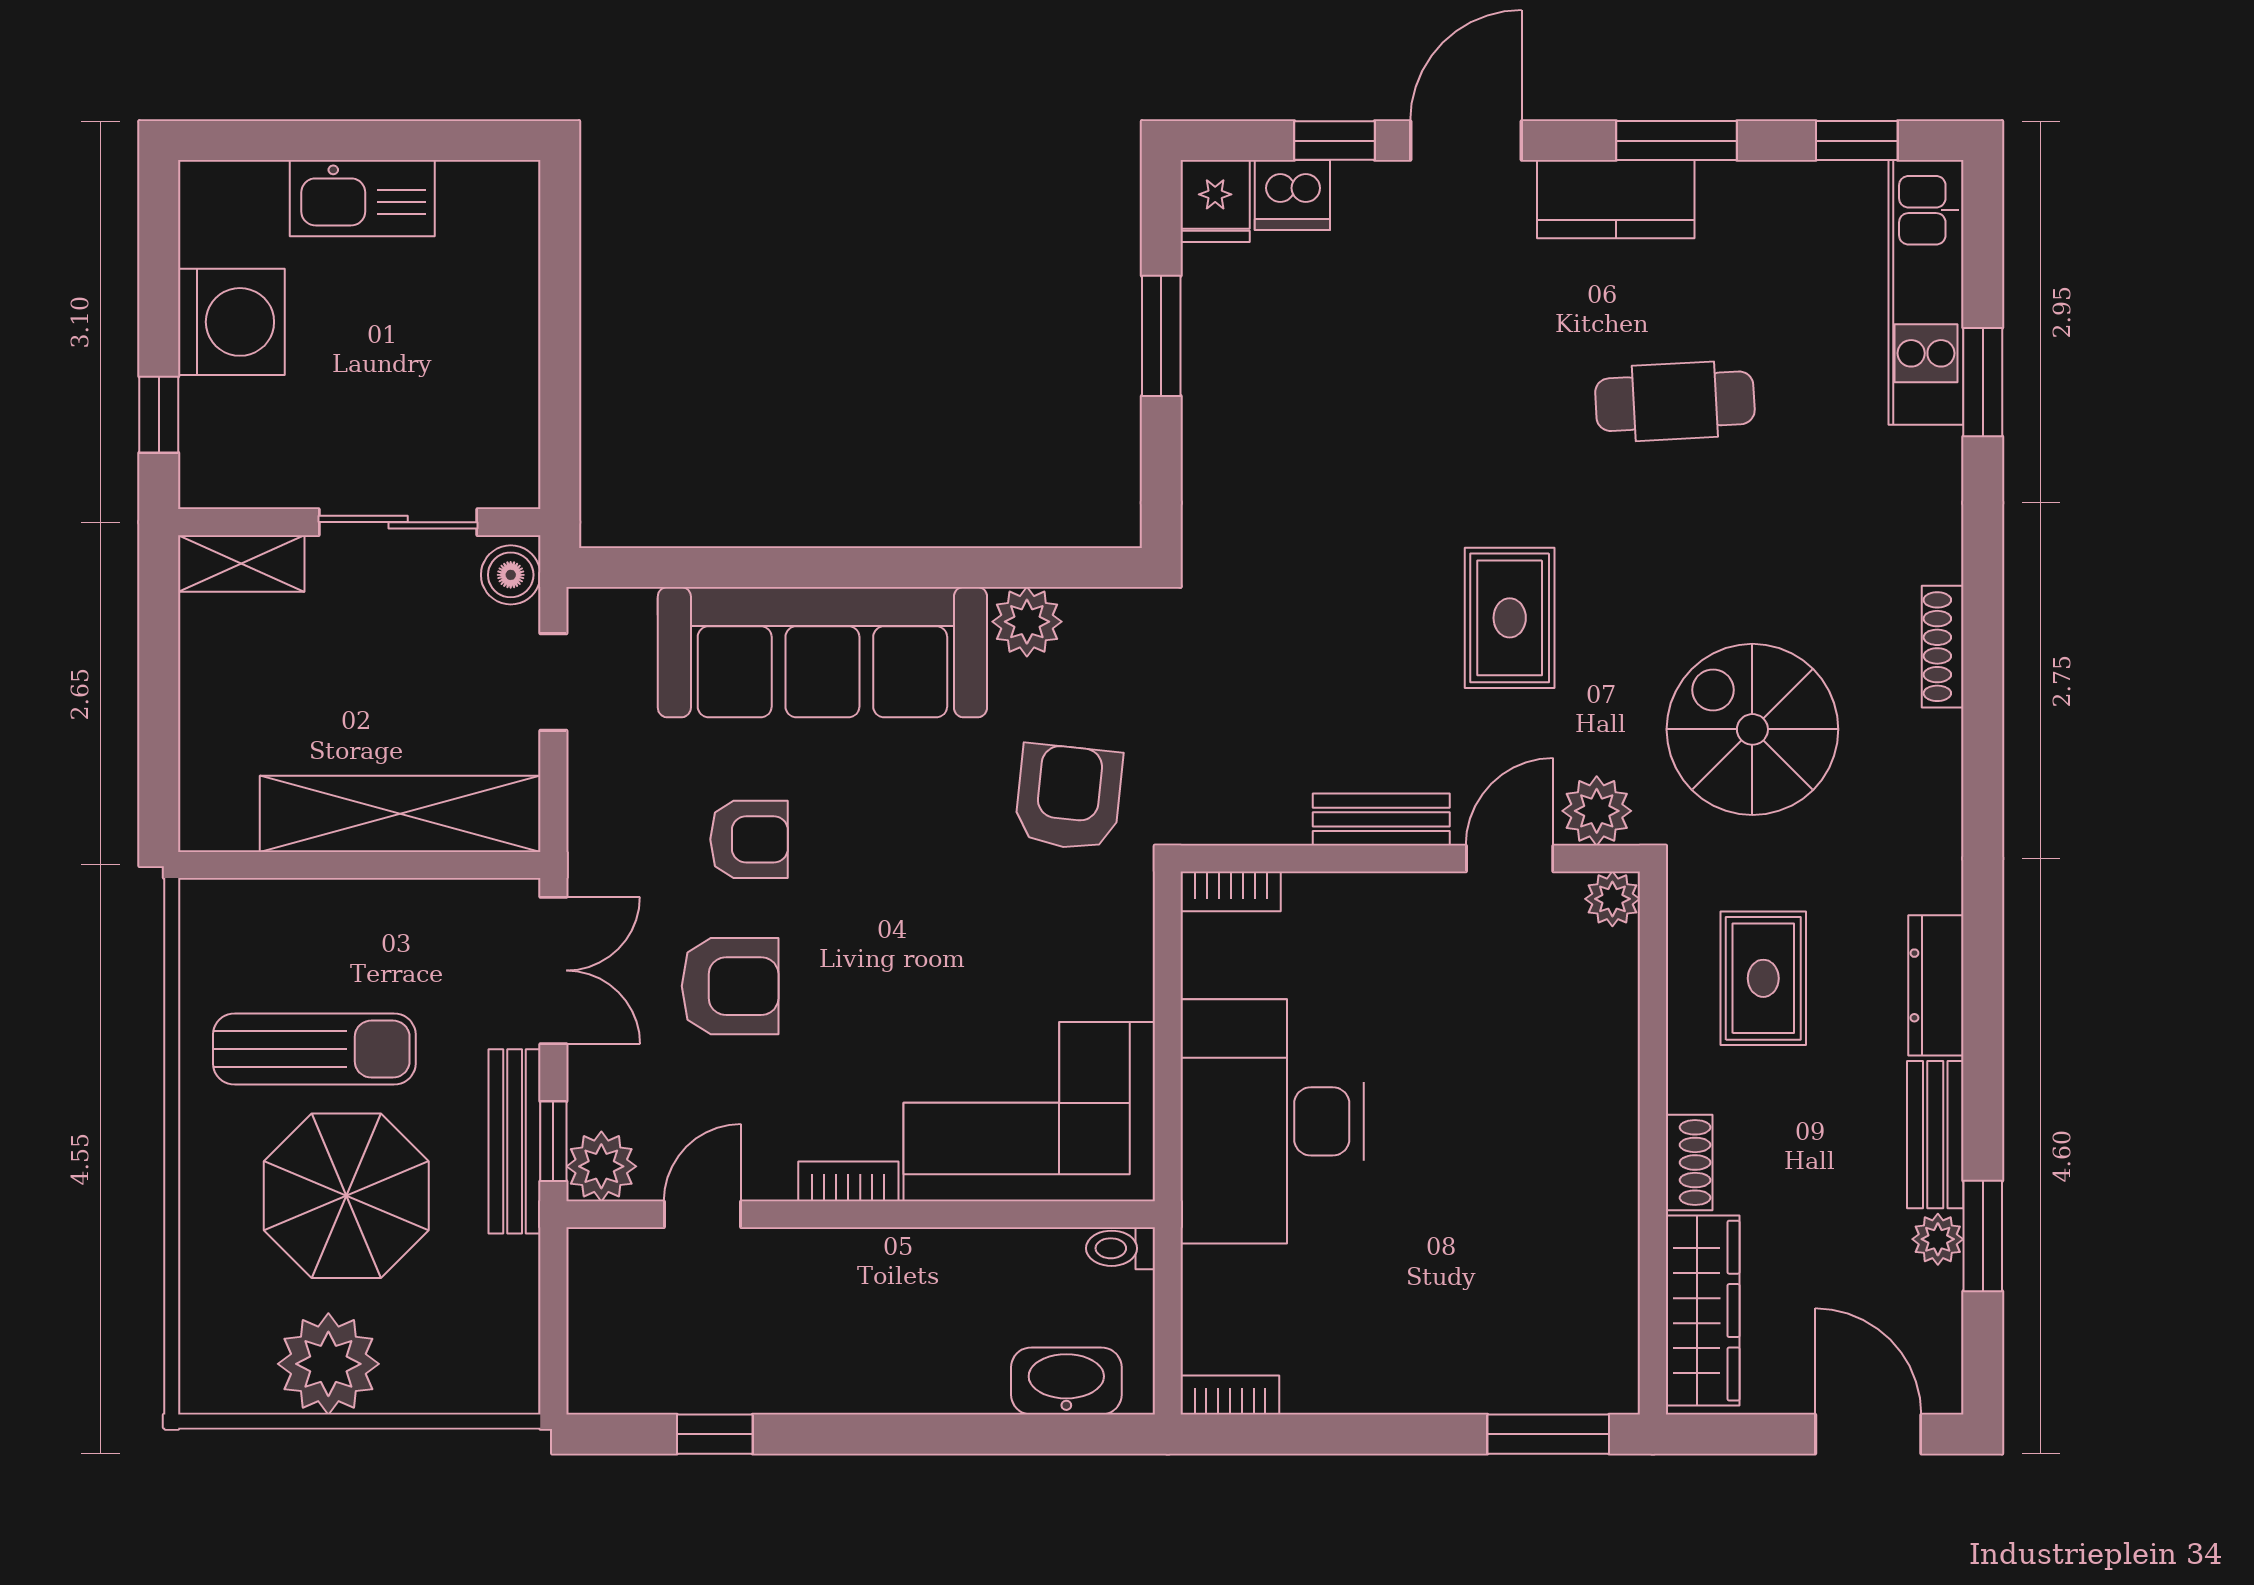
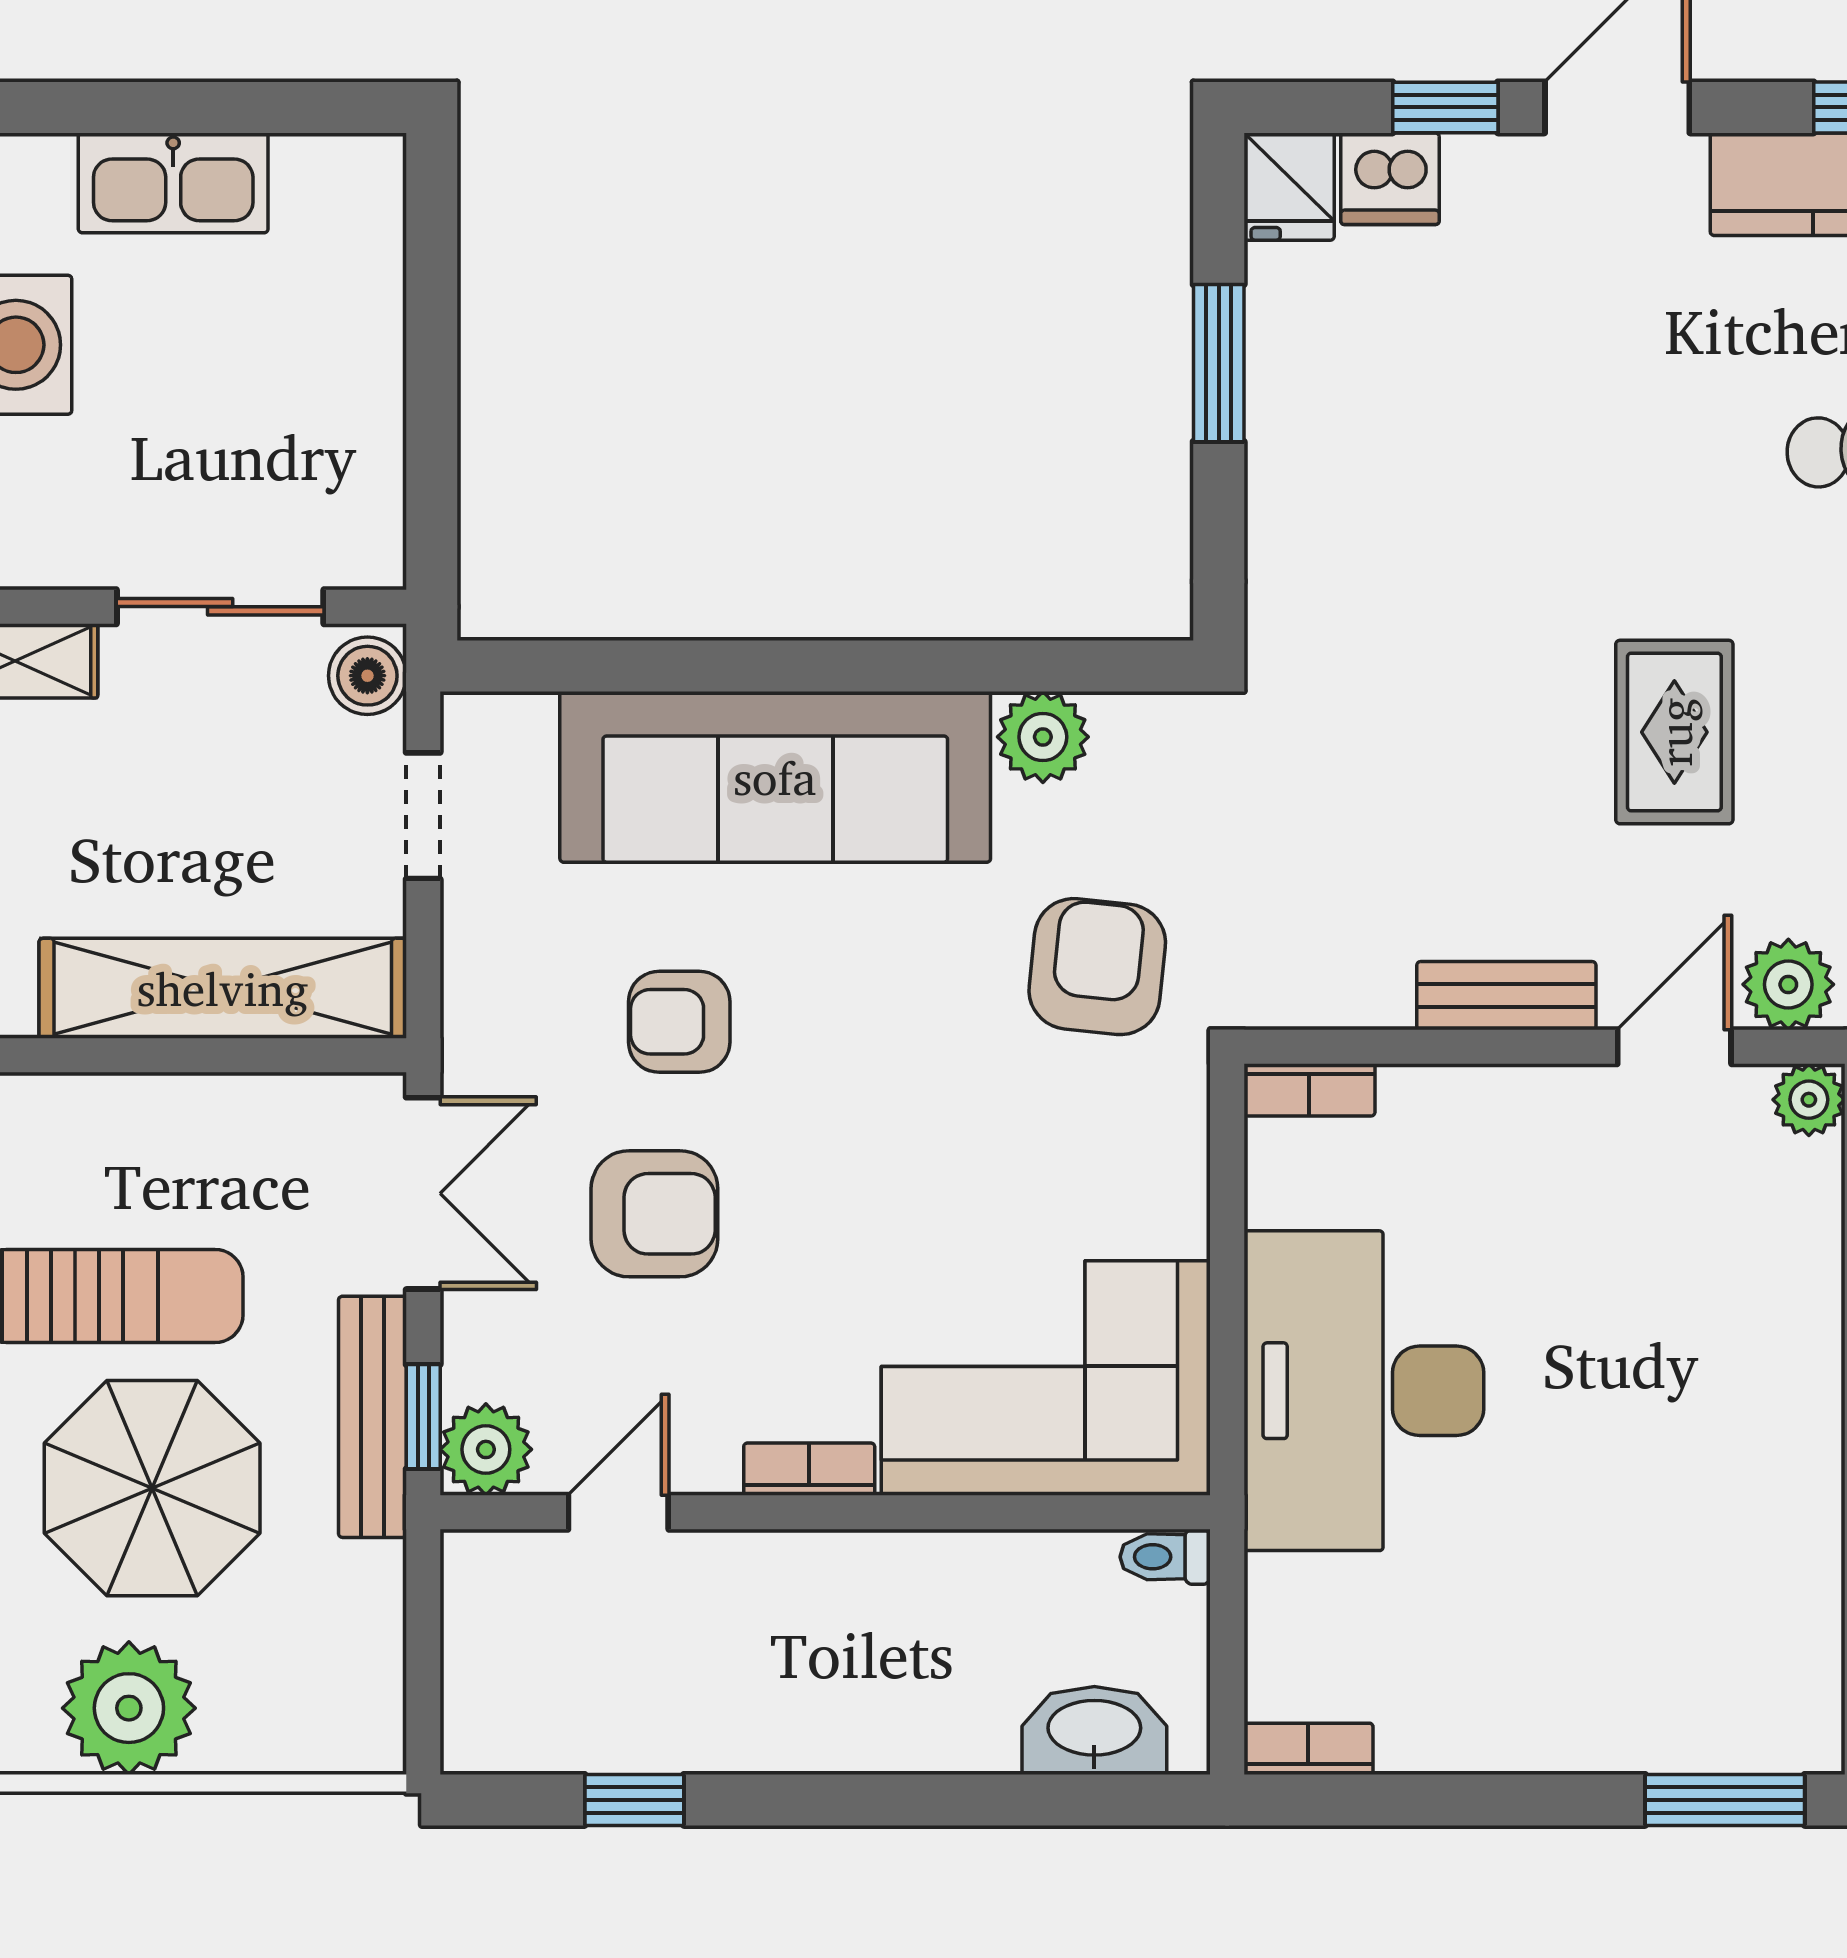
armchair: (749, 839) -> (679, 1022), turned 180

